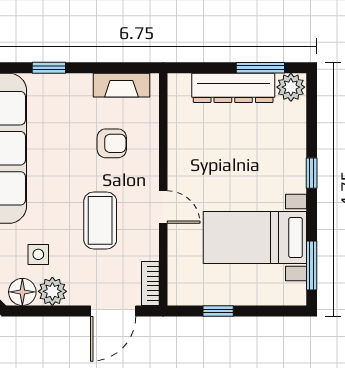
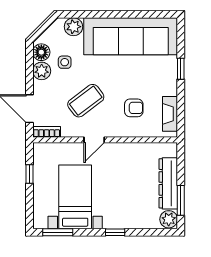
armchair: (112, 143) -> (134, 108), turned -90
coffee table: (100, 220) -> (86, 101), turned -37

